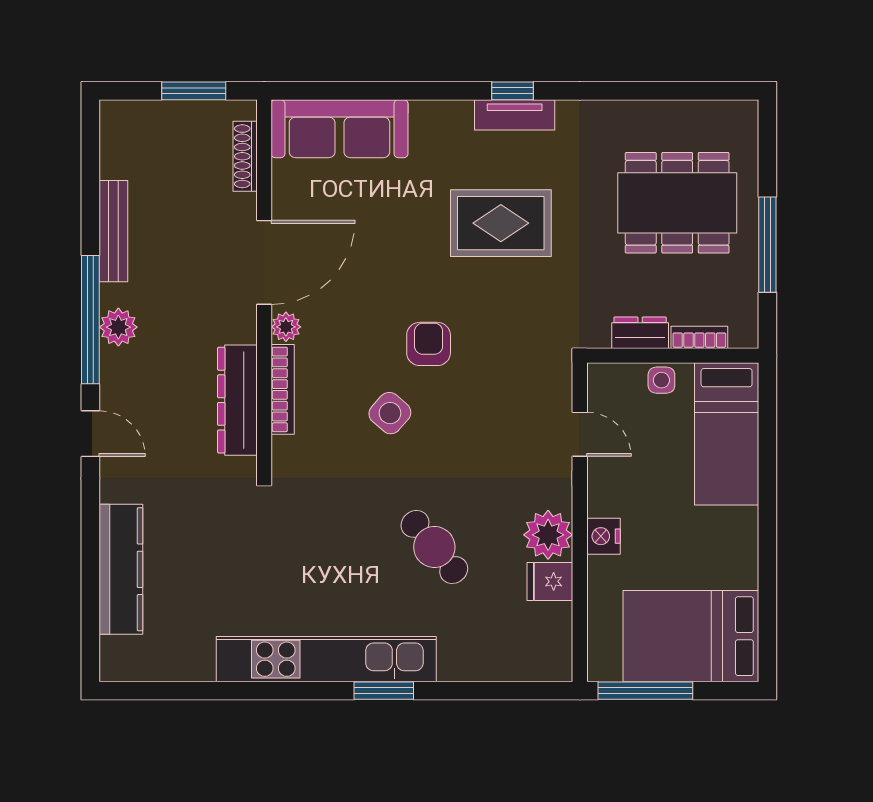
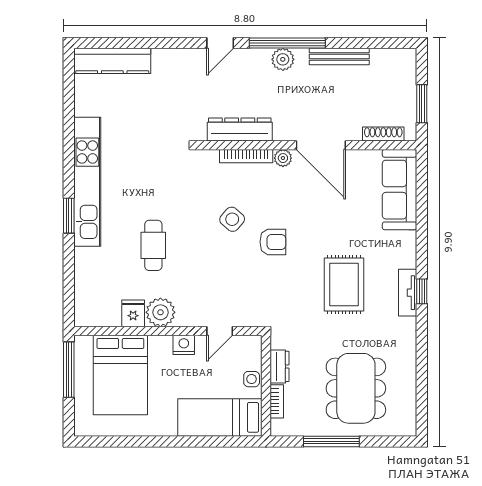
nightstand: (603, 536) -> (184, 345), moved
cafe table: (434, 547) -> (153, 245), turned -50
kitchen counter: (121, 569) -> (112, 61), moved
bed: (691, 636) -> (120, 375), moved, turned 180

